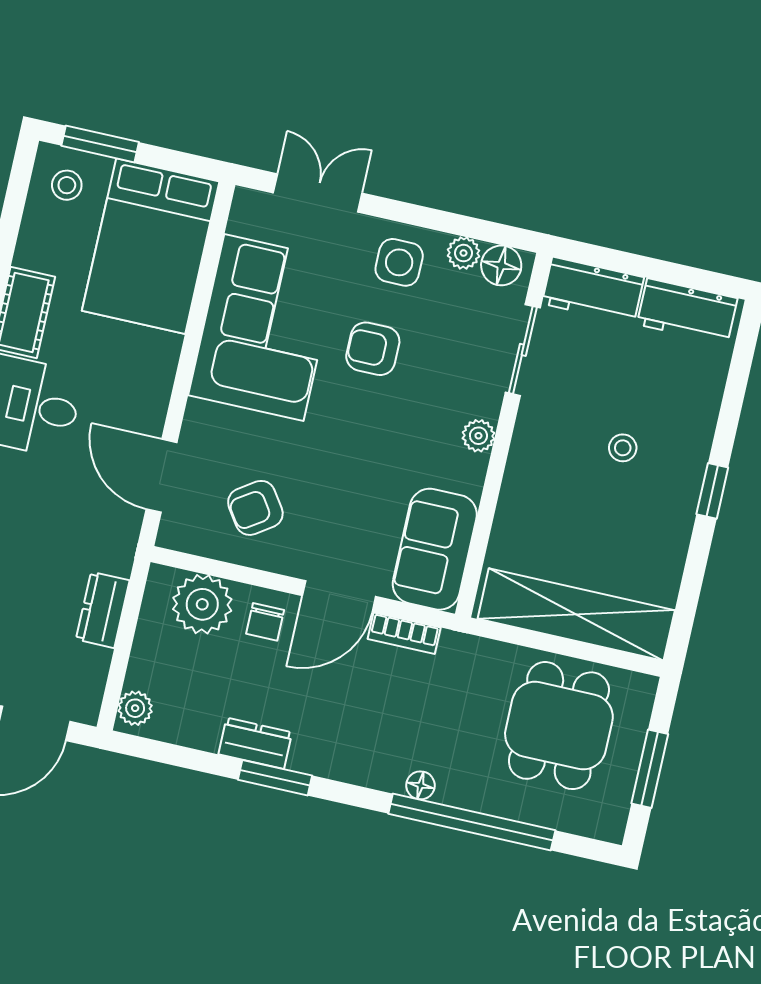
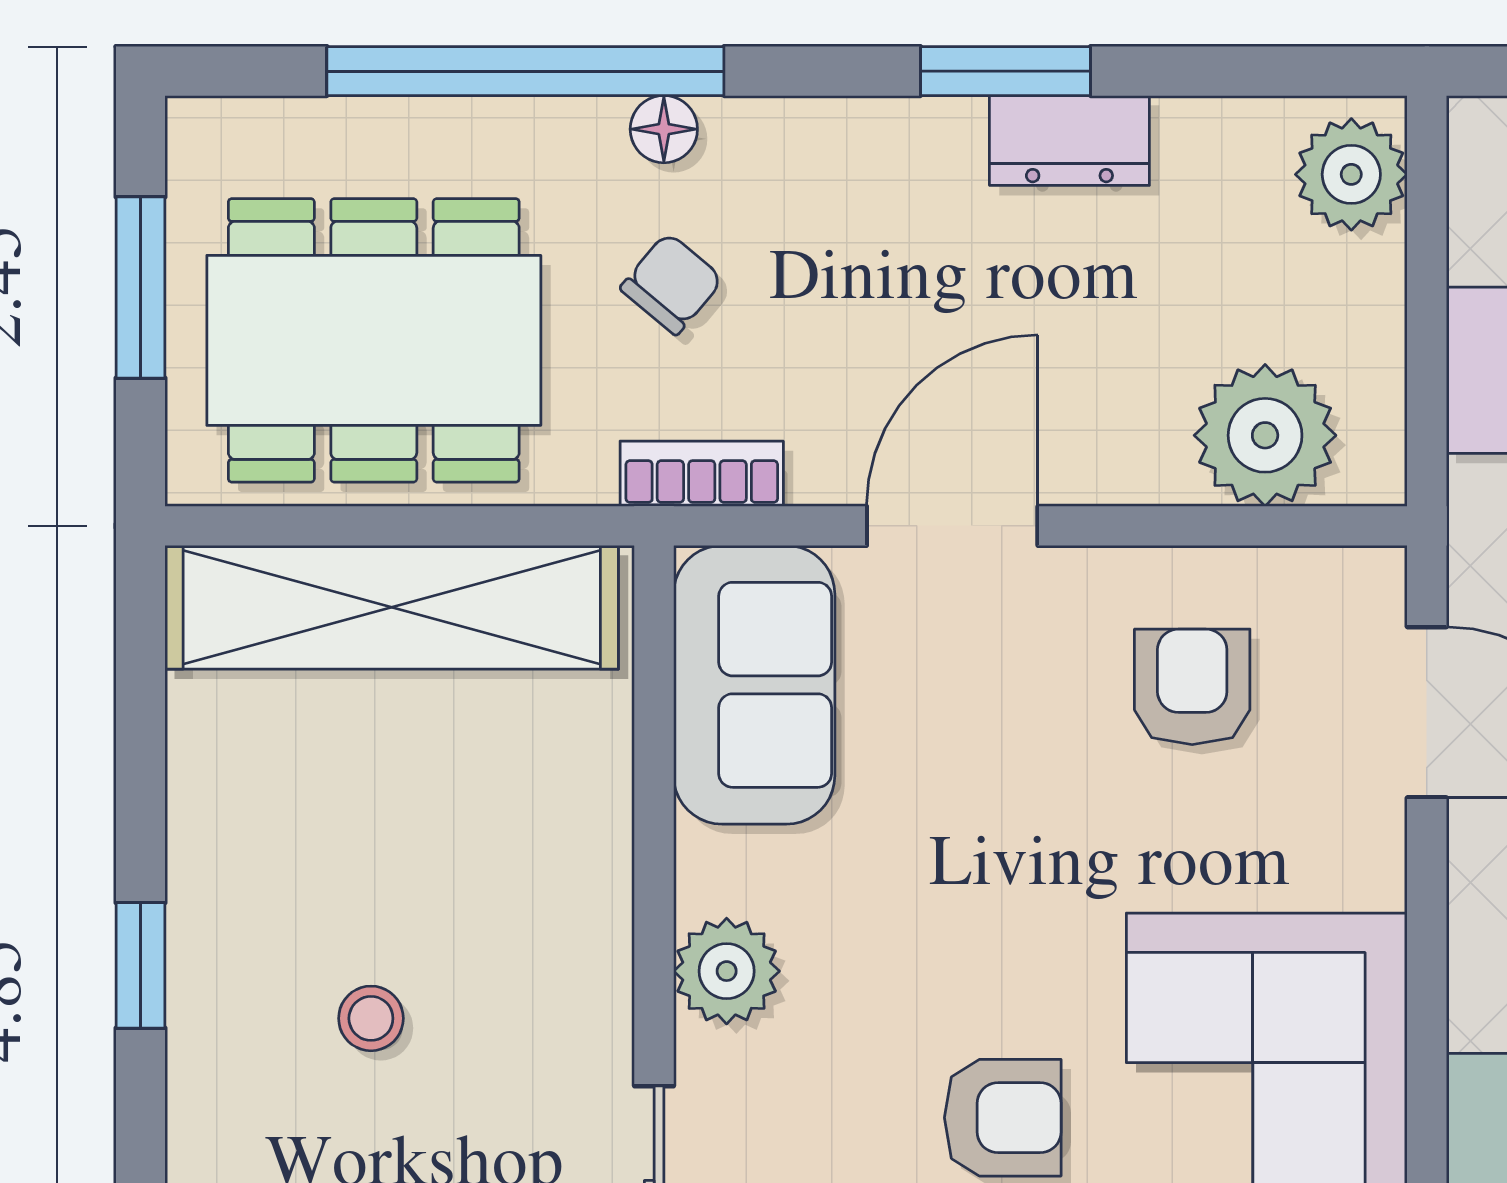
plant: (478, 436) -> (727, 971), width x1.38, depth x1.38
armchair: (255, 508) -> (1192, 687), turned -56
chair: (265, 622) -> (672, 284), moved, turned 40
bookcase: (404, 633) -> (702, 474), moved
plant: (135, 708) -> (1351, 174), width x1.38, depth x1.38
dining table: (559, 726) -> (374, 340), width x1.38

